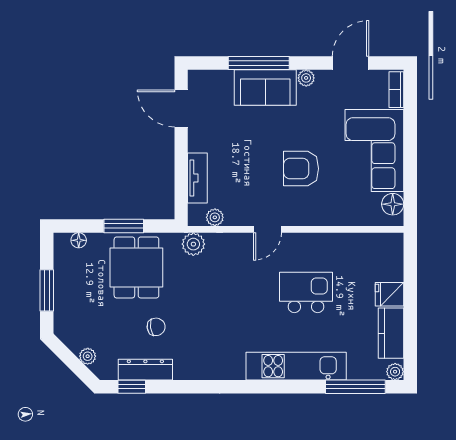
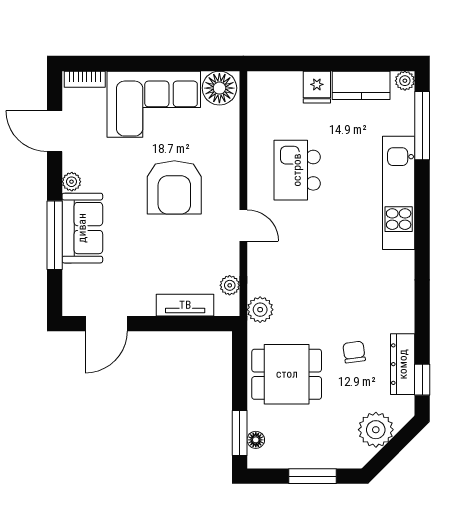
armchair: (301, 169) -> (174, 187), width x1.36, depth x1.36
floor lamp: (393, 204) -> (219, 88), width x1.38, depth x1.38
window: (124, 226) -> (240, 433), moved
kitchen island: (306, 293) -> (297, 170), moved
plant: (88, 356) -> (376, 430), width x1.87, depth x1.87

